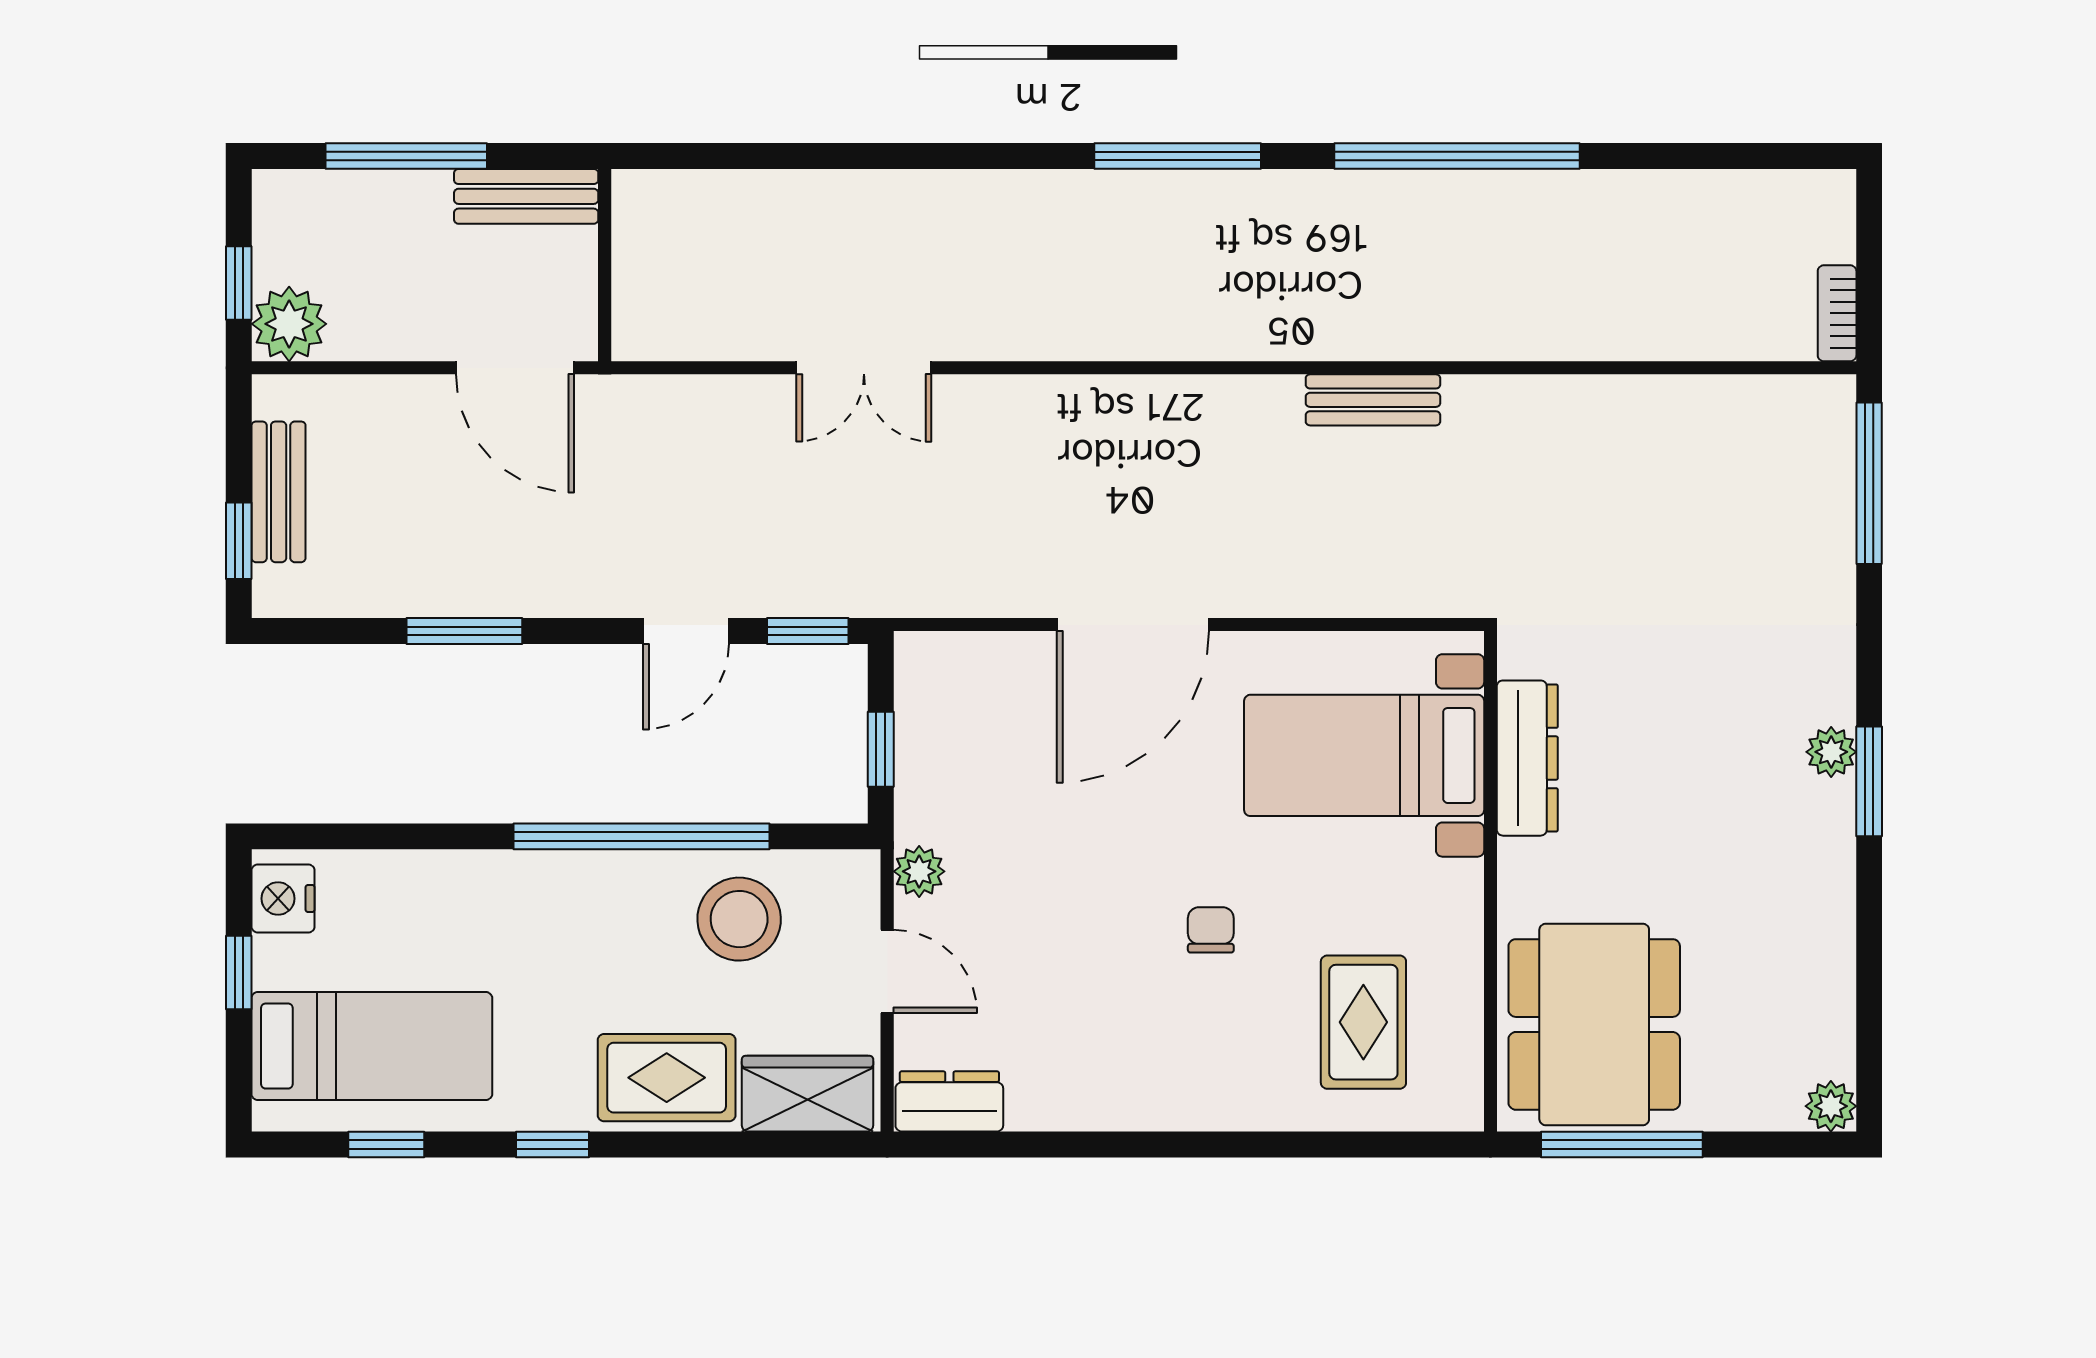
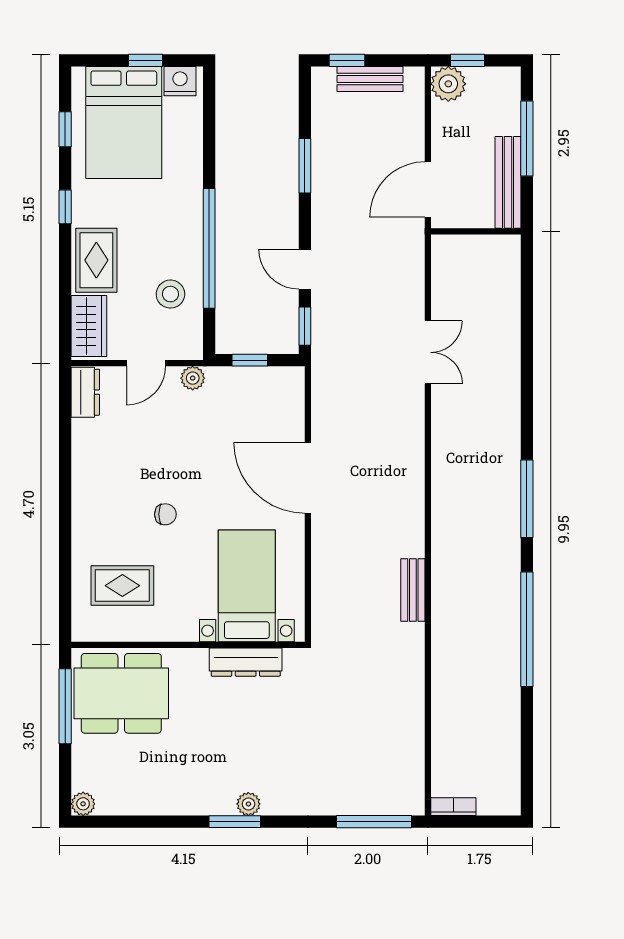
bench: (526, 196) -> (508, 182), width x1.36
double door: (864, 368) -> (428, 352), swing flipped
stool: (739, 919) -> (170, 294), width x0.73, depth x0.73
bed: (372, 1046) -> (124, 123), width x1.50

